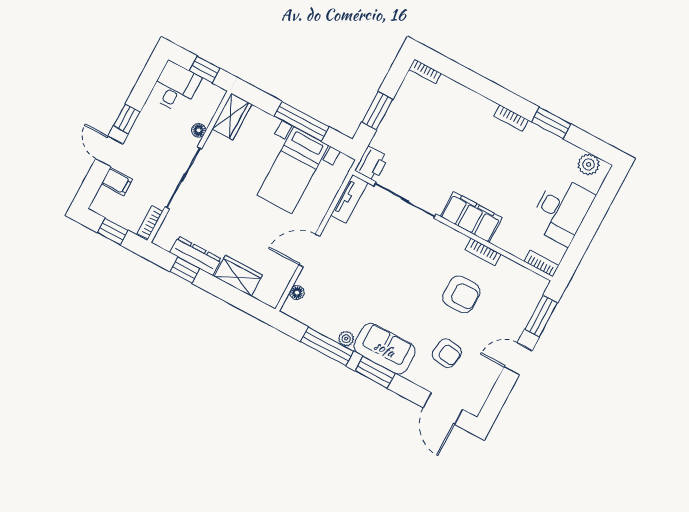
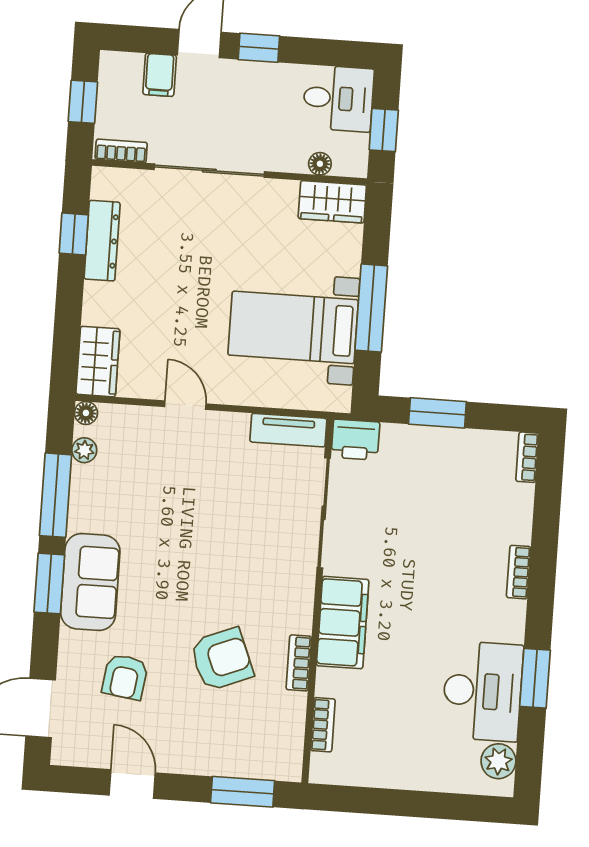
bookcase: (511, 118) -> (519, 572), moved
floor lamp: (199, 130) -> (320, 164), moved
desk: (562, 210) -> (482, 691), moved, turned -90
door: (309, 251) -> (185, 405), width x0.73
bookcase: (541, 263) -> (323, 725), moved
wardrobe: (238, 276) -> (98, 362), moved
floor lamp: (297, 293) -> (86, 413), moved
armchair: (461, 294) -> (222, 659), turned -112
plant: (346, 339) -> (84, 450), moved
door: (518, 359) -> (132, 784), moved

